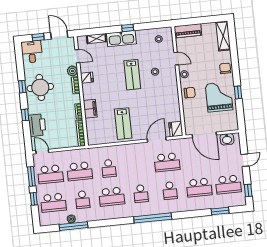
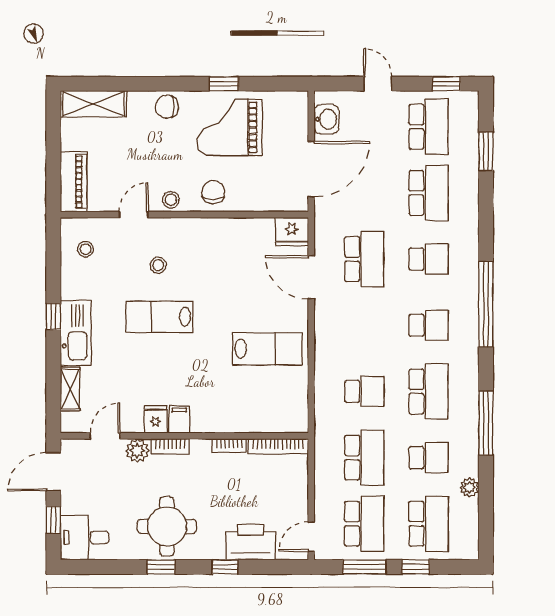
lab bench: (132, 75) -> (159, 317), turned 180
filing cabinet: (90, 109) -> (179, 420), moved, width x0.50
window: (74, 226) -> (486, 423), moved

